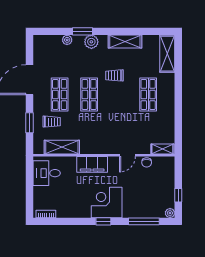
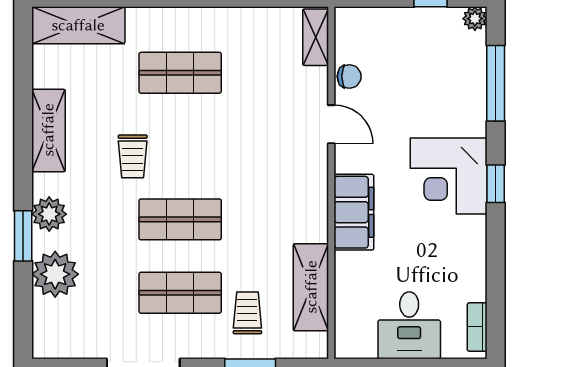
plant: (67, 40) -> (55, 274), width x1.88, depth x1.88
desk: (47, 173) -> (409, 325), moved

